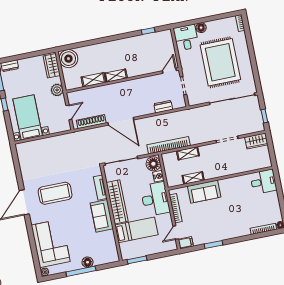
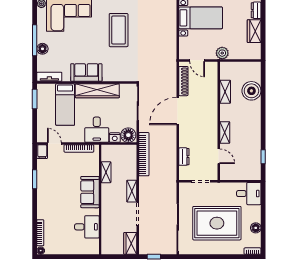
floor lamp: (201, 28) -> (256, 228), moved
boiler: (68, 59) -> (251, 91), moved
wardrobe: (52, 66) -> (254, 31), moved, turned -90
door: (169, 71) -> (219, 156), moved
shelving: (116, 76) -> (225, 132), moved
shelving: (188, 153) -> (132, 191), moved
desk: (263, 182) -> (87, 227), moved, turned -90
tv unit: (100, 188) -> (49, 77), moved
sofa: (204, 192) -> (90, 192), moved
desk: (155, 199) -> (97, 130), width x0.73

